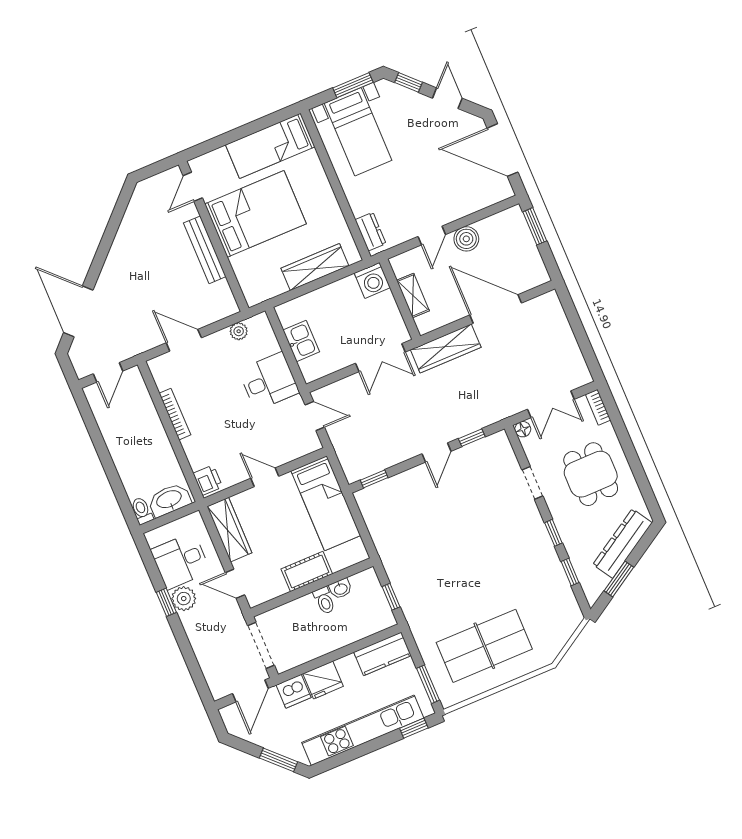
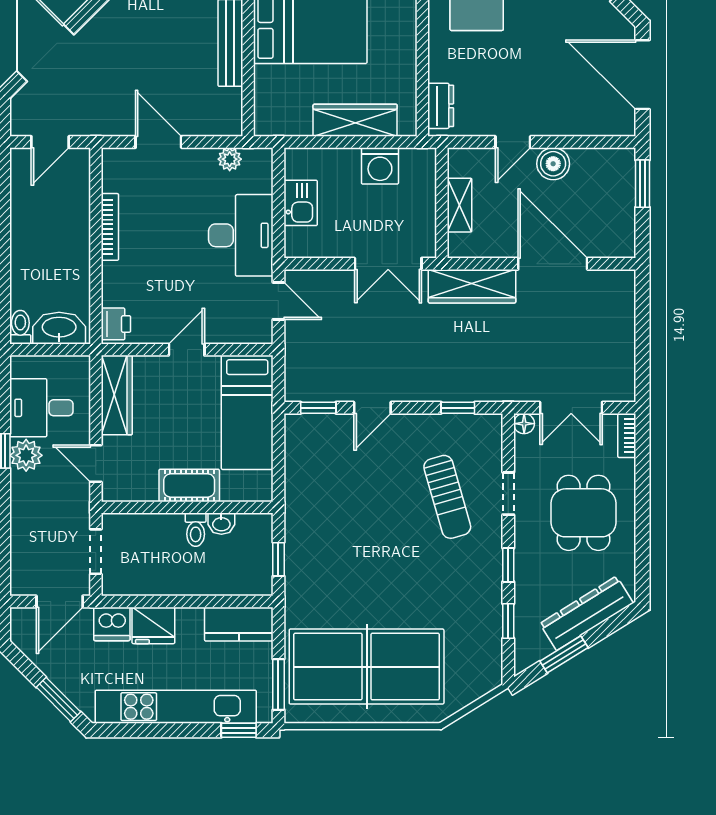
washing machine: (372, 280) -> (380, 166), moved
desk: (269, 381) -> (241, 235), width x1.37
door: (436, 453) -> (372, 408), moved
door: (265, 477) -> (187, 350), hinge flipped
sun lounger: (491, 503) -> (447, 497), added
doorway: (261, 645) -> (96, 552), width x0.73
table tennis table: (484, 646) -> (367, 667), width x1.36, depth x1.32

